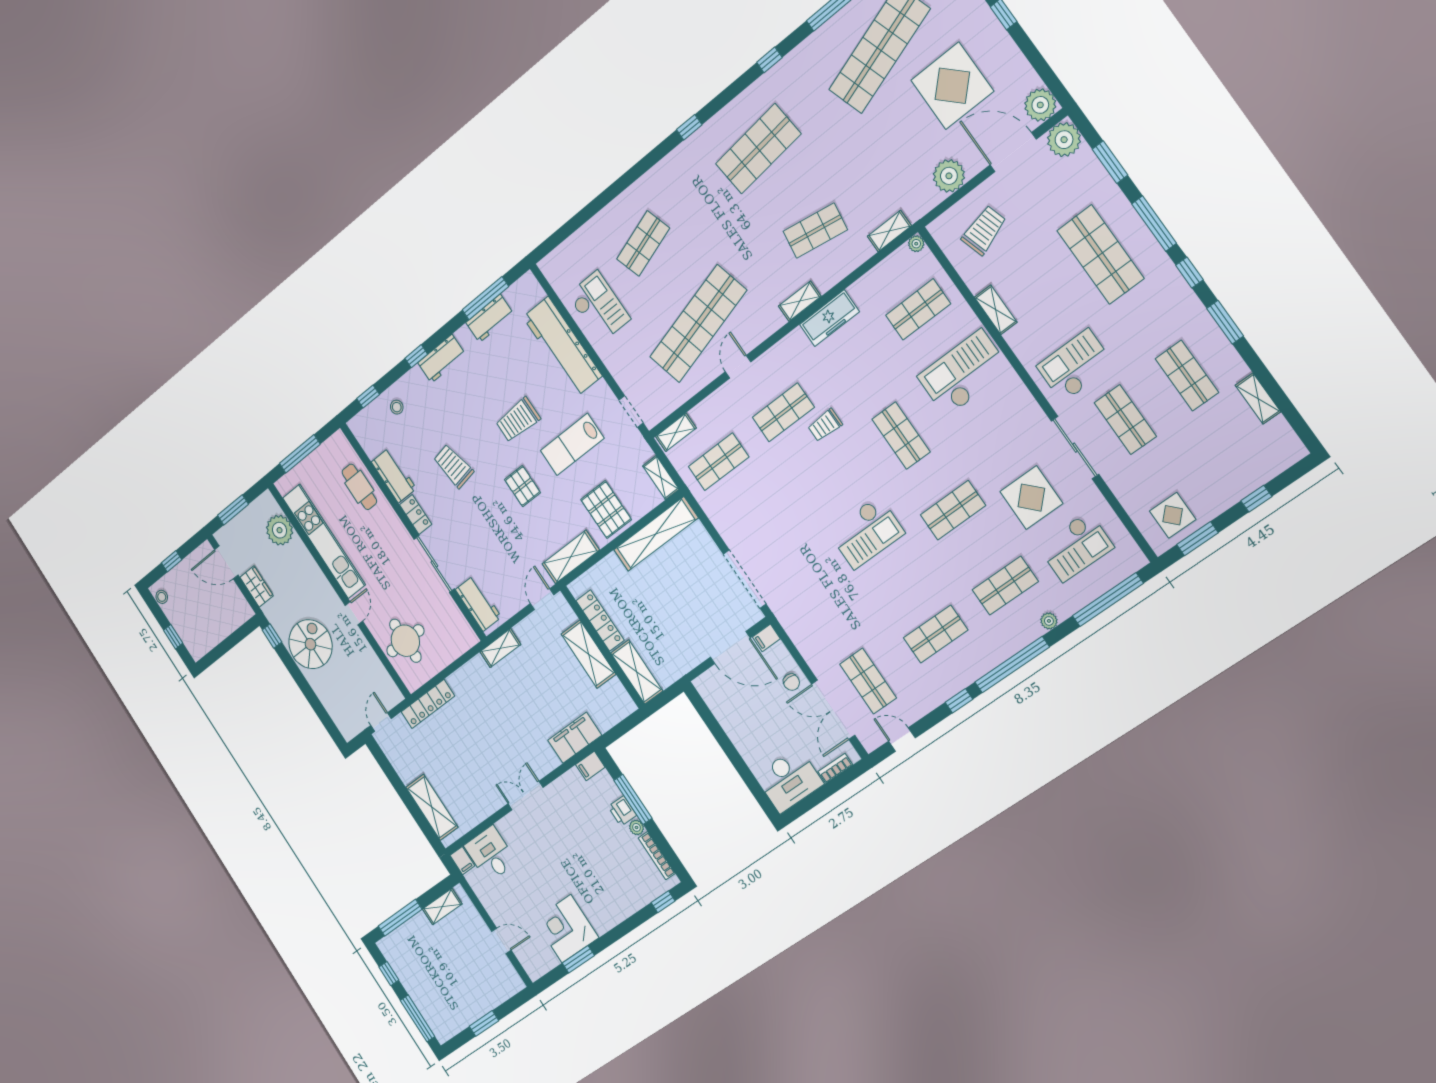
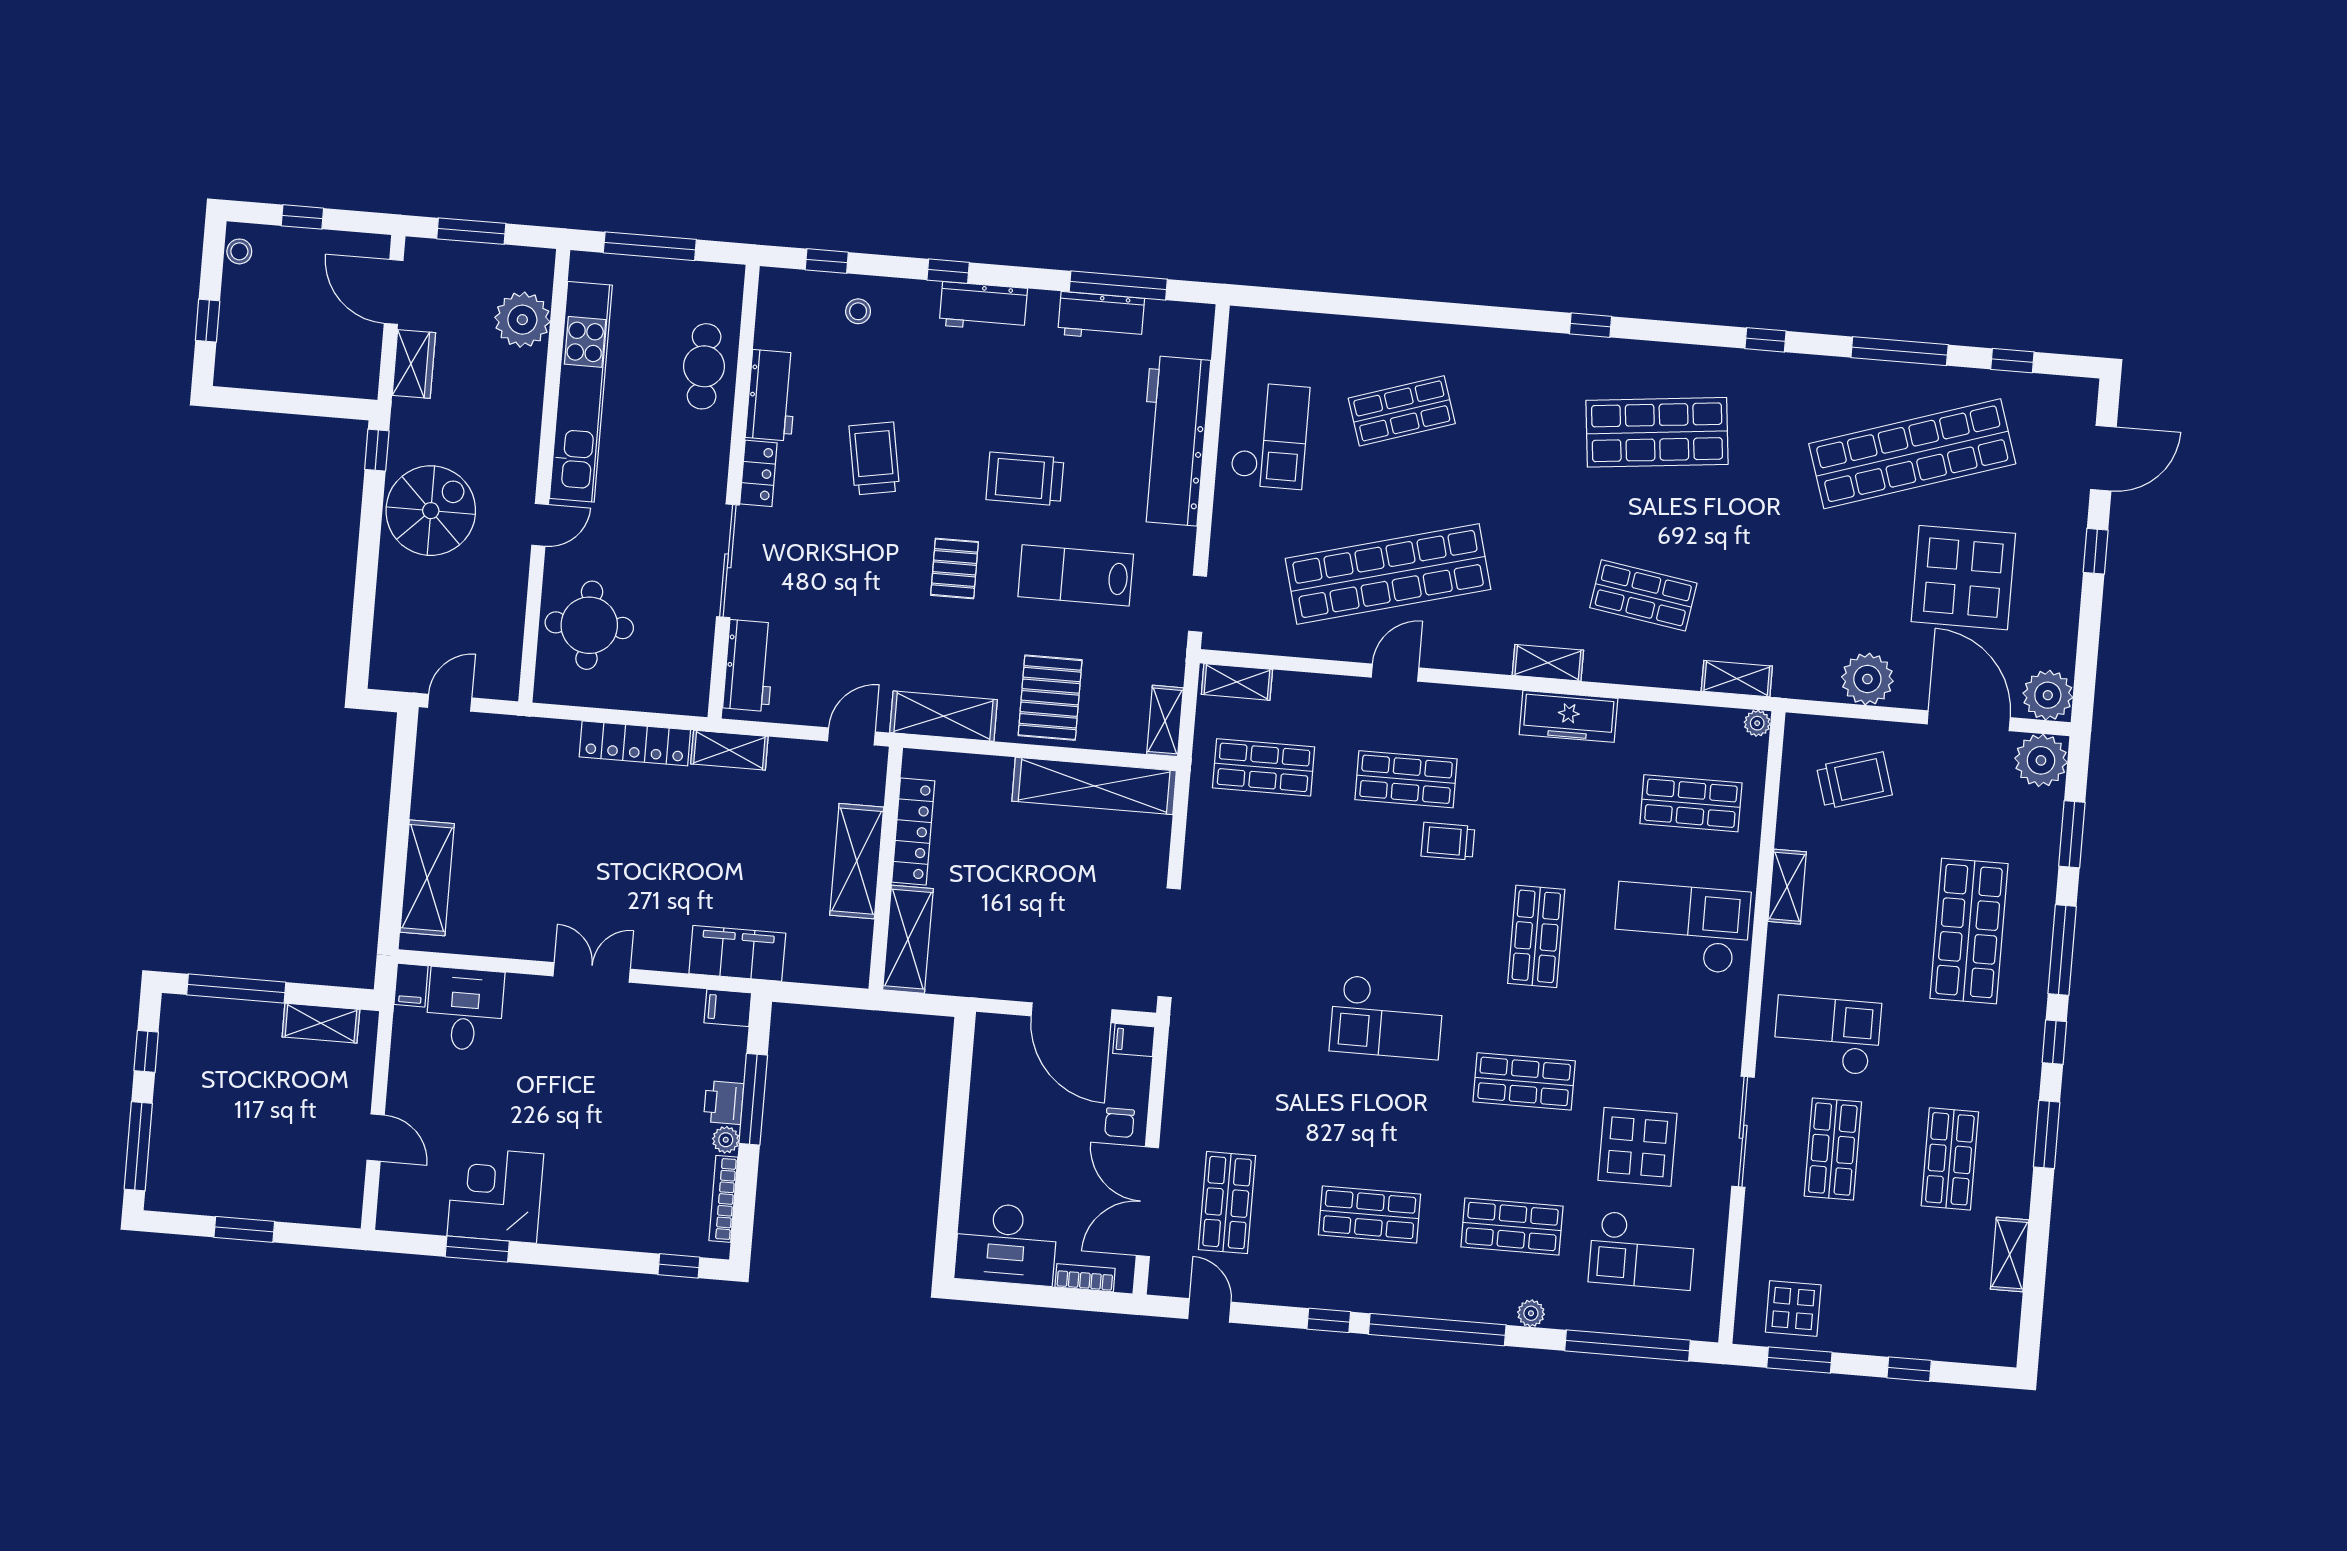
locker: (428, 704) -> (635, 743), moved

